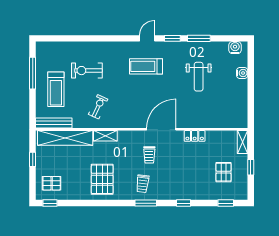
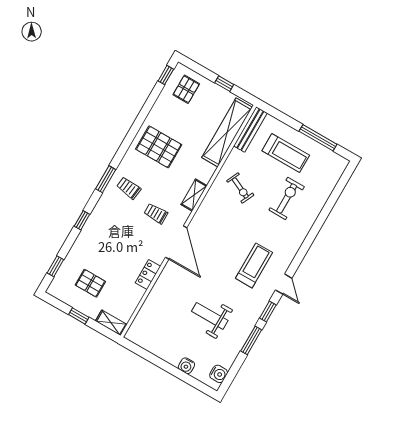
treadmill: (56, 89) -> (286, 153), turned 180
shelving: (105, 136) -> (194, 195), moved

